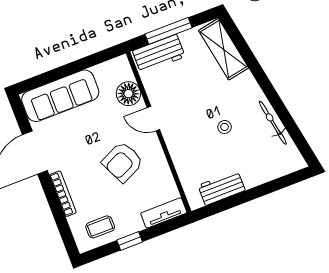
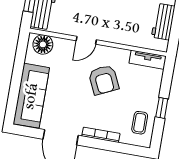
floor lamp: (128, 94) -> (43, 44), moved
tv unit: (164, 213) -> (148, 60), moved, turned -90

